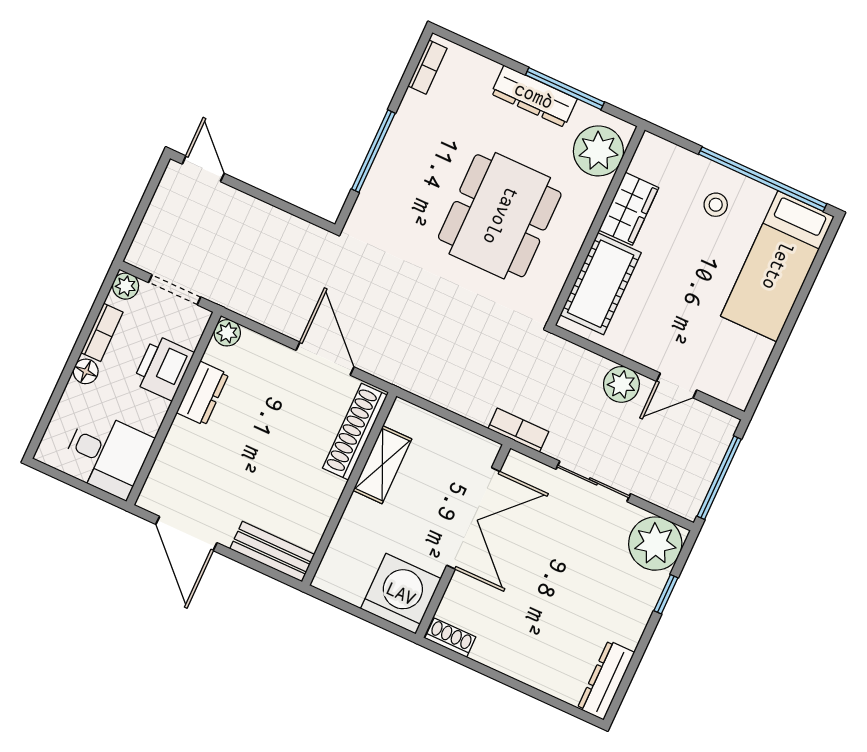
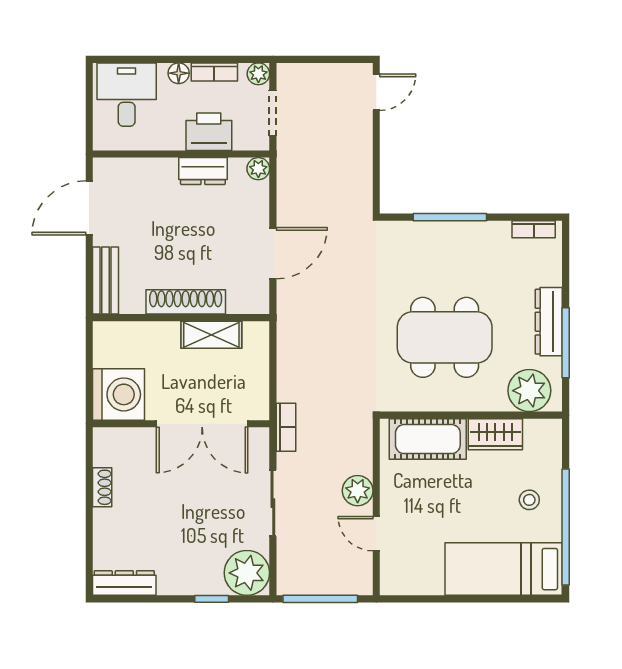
shoe rack: (355, 432) -> (186, 302), moved
desk: (107, 454) -> (127, 95), moved, turned 180
shoe rack: (450, 638) -> (102, 487), moved

